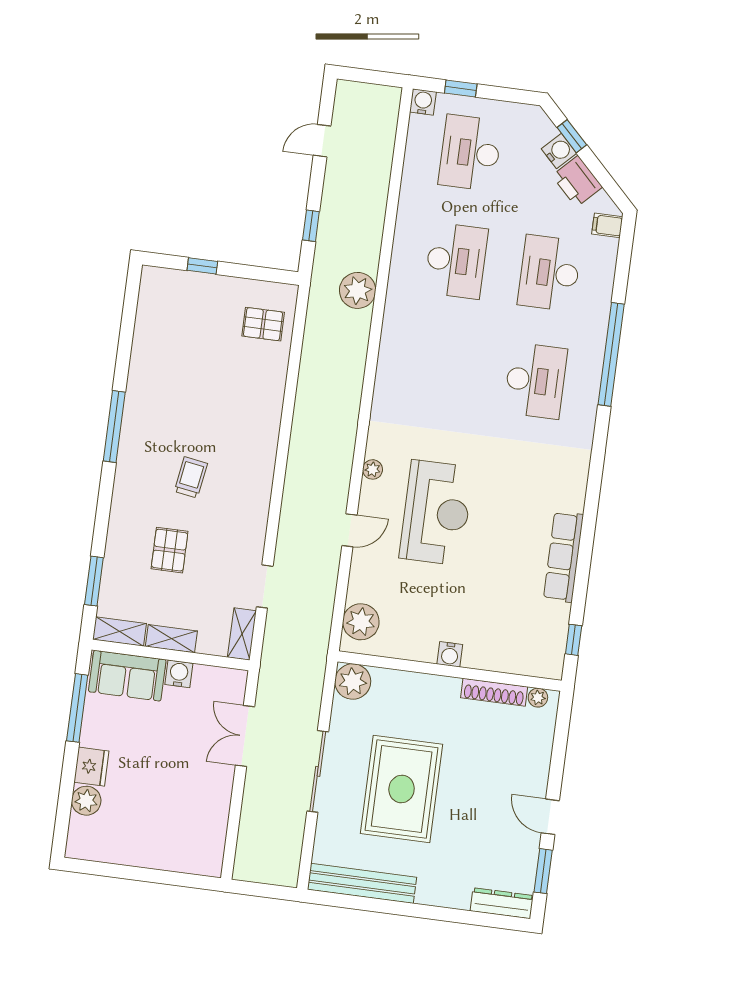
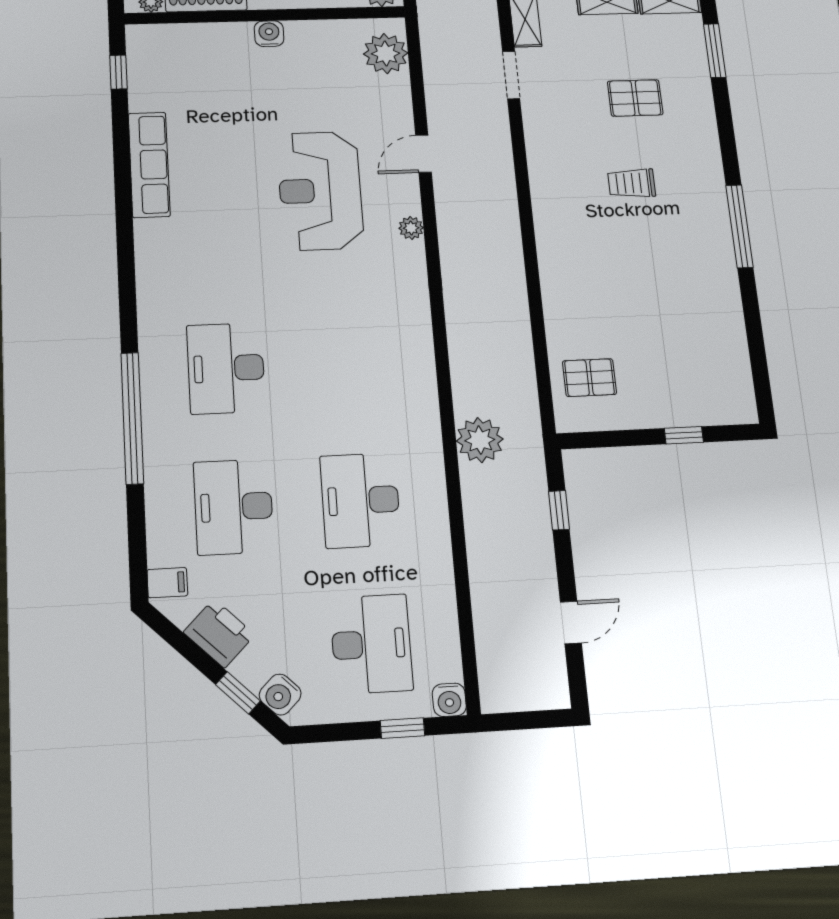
water cooler: (559, 151) -> (280, 694), moved
desk: (550, 273) -> (234, 507), turned 180
trolley: (191, 477) -> (632, 183), turned 81
pallet: (170, 550) -> (635, 98), turned 90

